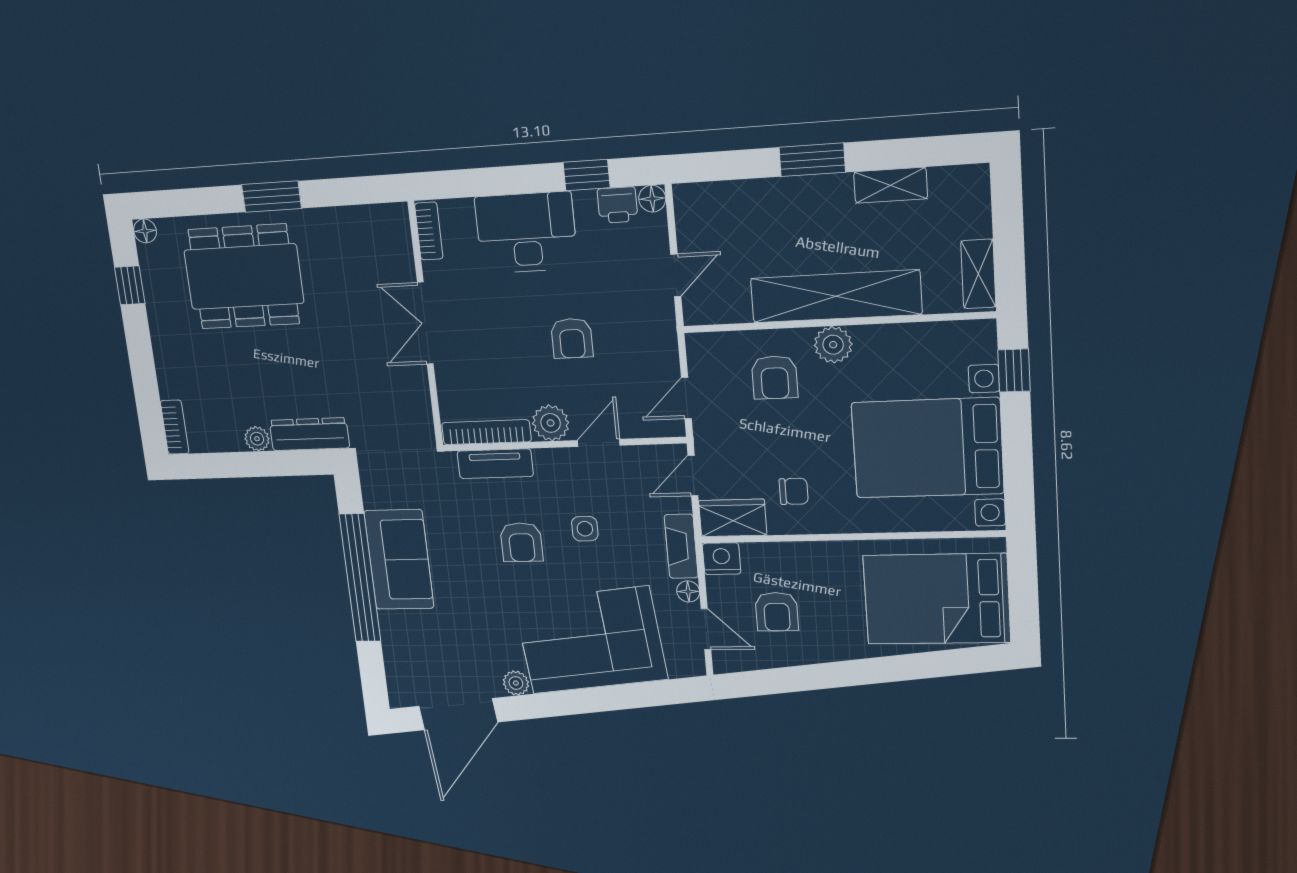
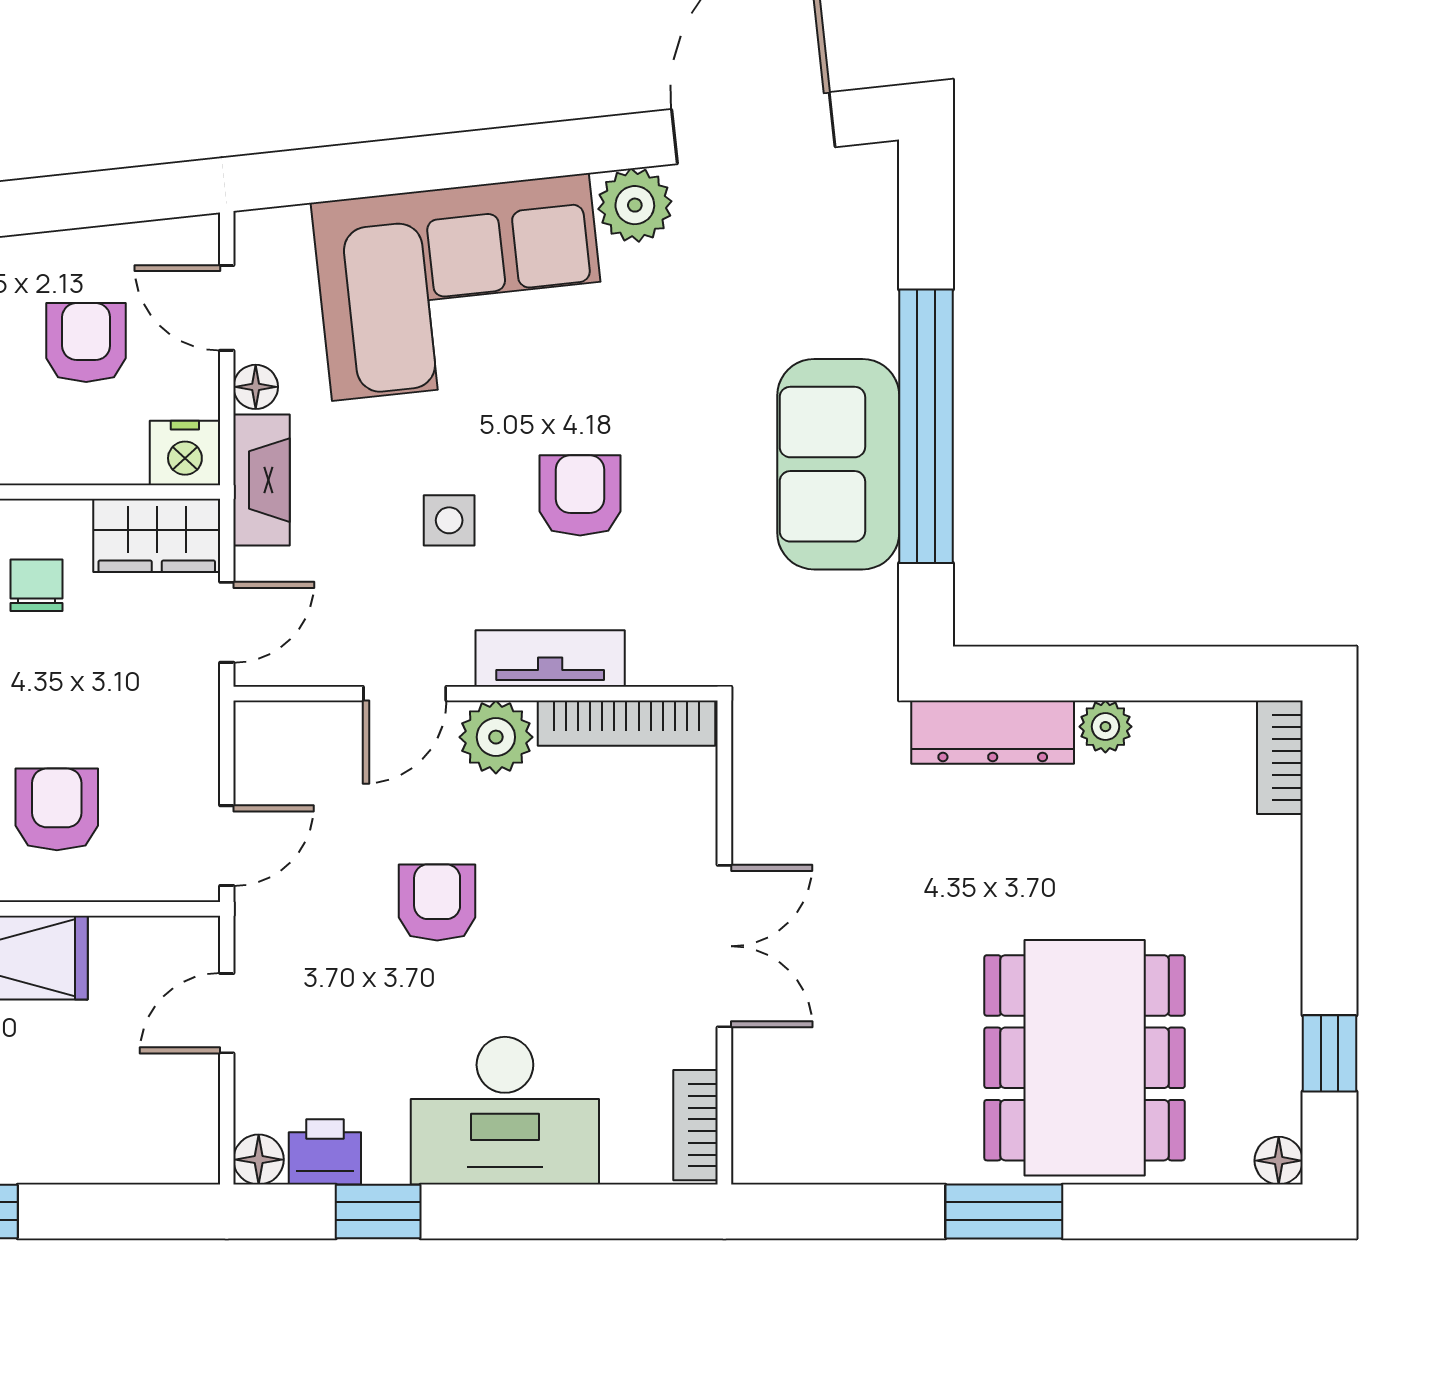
dining table: (244, 277) -> (1085, 1058), turned 90
door: (686, 398) -> (227, 846), moved
tv unit: (495, 464) -> (550, 659), moved
chair: (794, 491) -> (36, 585), turned 90
plant: (516, 683) -> (635, 205), width x1.38, depth x1.38

